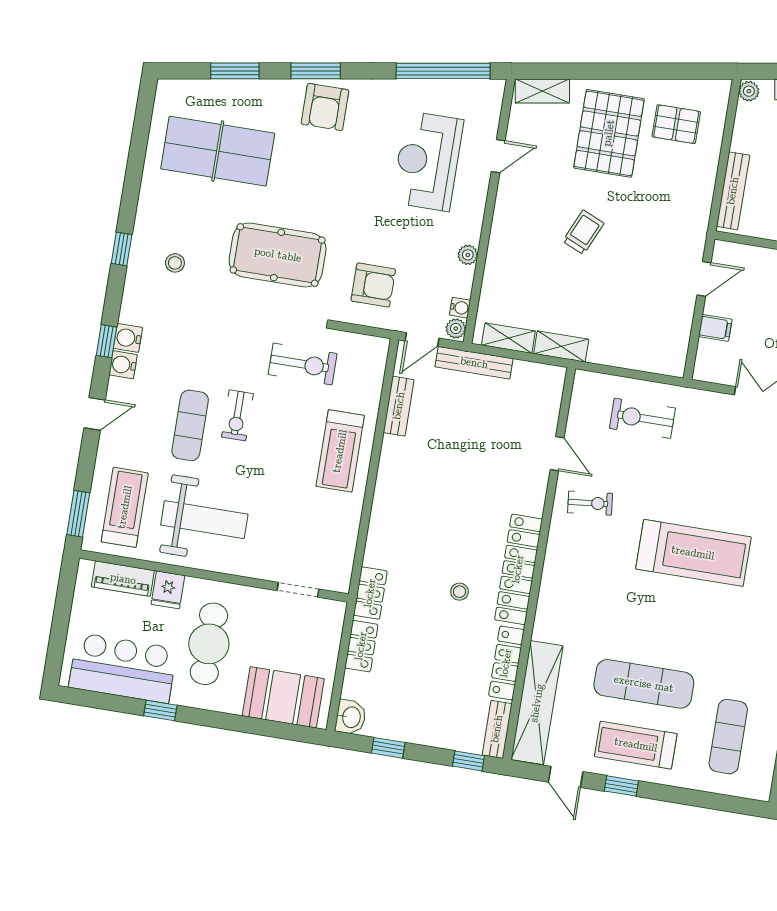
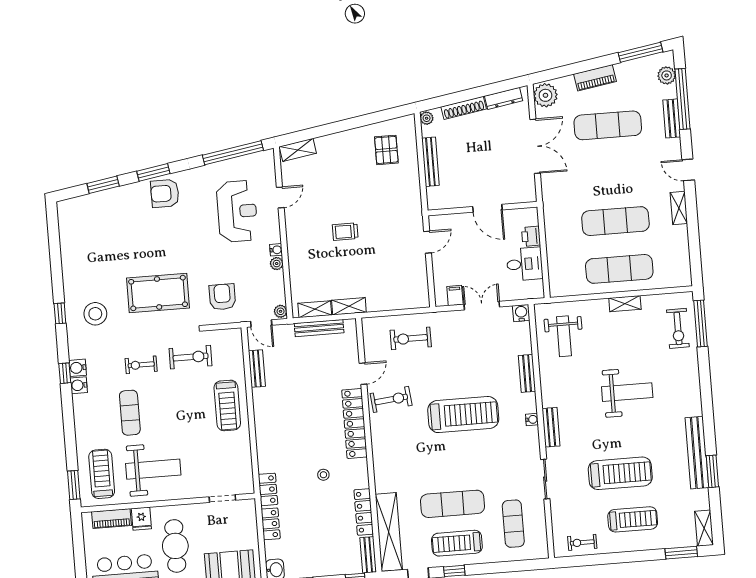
armchair: (325, 107) -> (165, 193), turned 90
pallet: (676, 124) -> (386, 150), turned 90
pallet: (609, 133) -> (346, 166), removed
table tennis table: (218, 151) -> (105, 237), removed
reception desk: (428, 161) -> (237, 211), turned 180
bench: (733, 191) -> (430, 162), moved
trolley: (583, 232) -> (345, 232), turned -114
stool: (175, 263) -> (95, 314), width x1.89, depth x1.89
armchair: (373, 285) -> (222, 297), turned -90
water cooler: (460, 308) -> (276, 250), moved
filing cabinet: (715, 328) -> (455, 295), moved, turned -90
door: (422, 339) -> (261, 323), hinge flipped
bench: (474, 363) -> (319, 328), moved
door: (95, 414) -> (69, 420), removed
exercise bike: (237, 415) -> (141, 365), moved, turned 90
door: (557, 454) -> (363, 374), hinge flipped
exercise bike: (590, 503) -> (391, 399), width x1.38, depth x1.39
locker: (518, 569) -> (354, 423), moved

